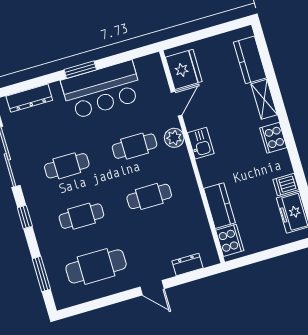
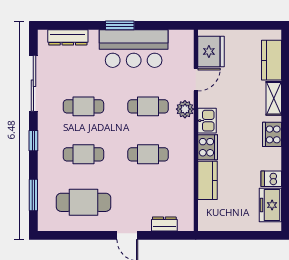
cooker: (230, 240) -> (208, 147), moved

